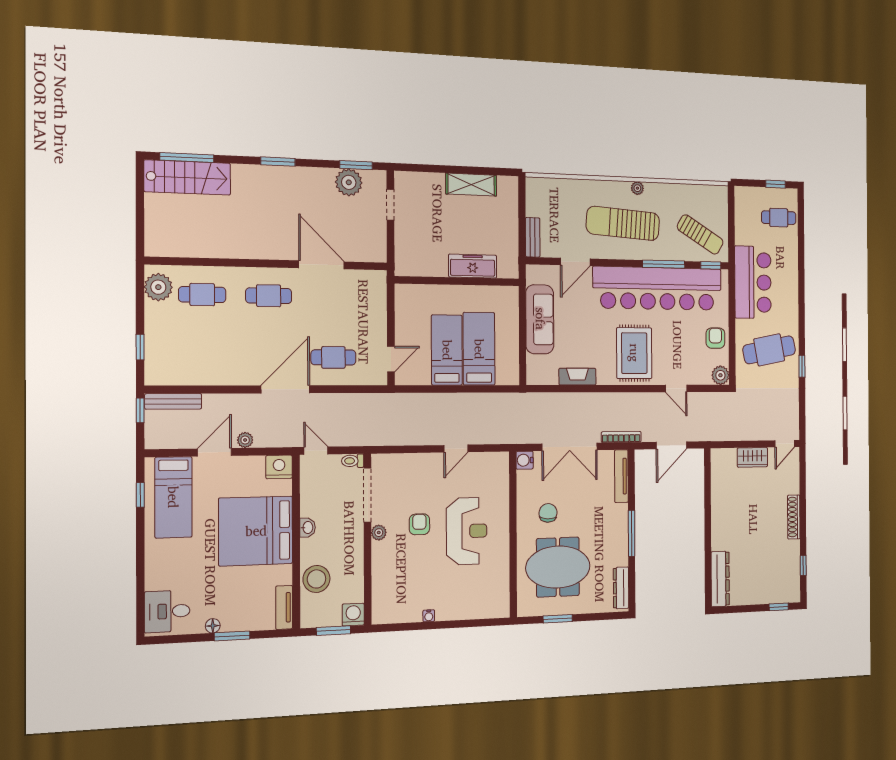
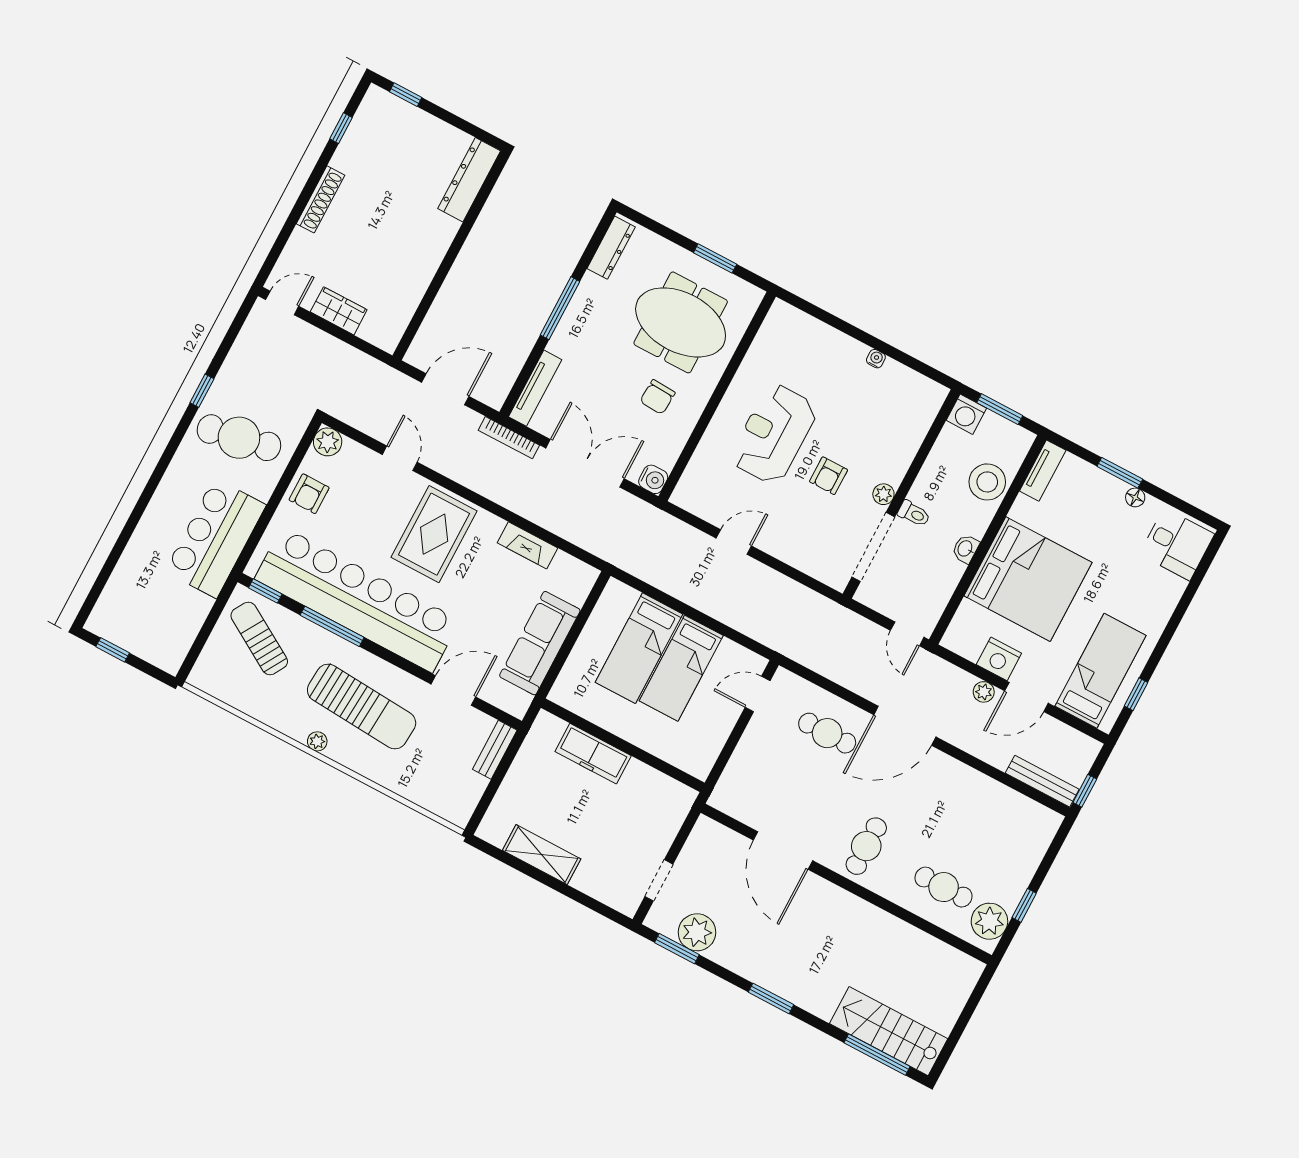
cafe table: (779, 218) -> (132, 604), removed
cafe table: (269, 296) -> (866, 846), turned 90
window: (140, 347) -> (1024, 905), moved
toilet: (353, 461) -> (914, 514), moved
nightstand: (279, 467) -> (999, 659), moved

